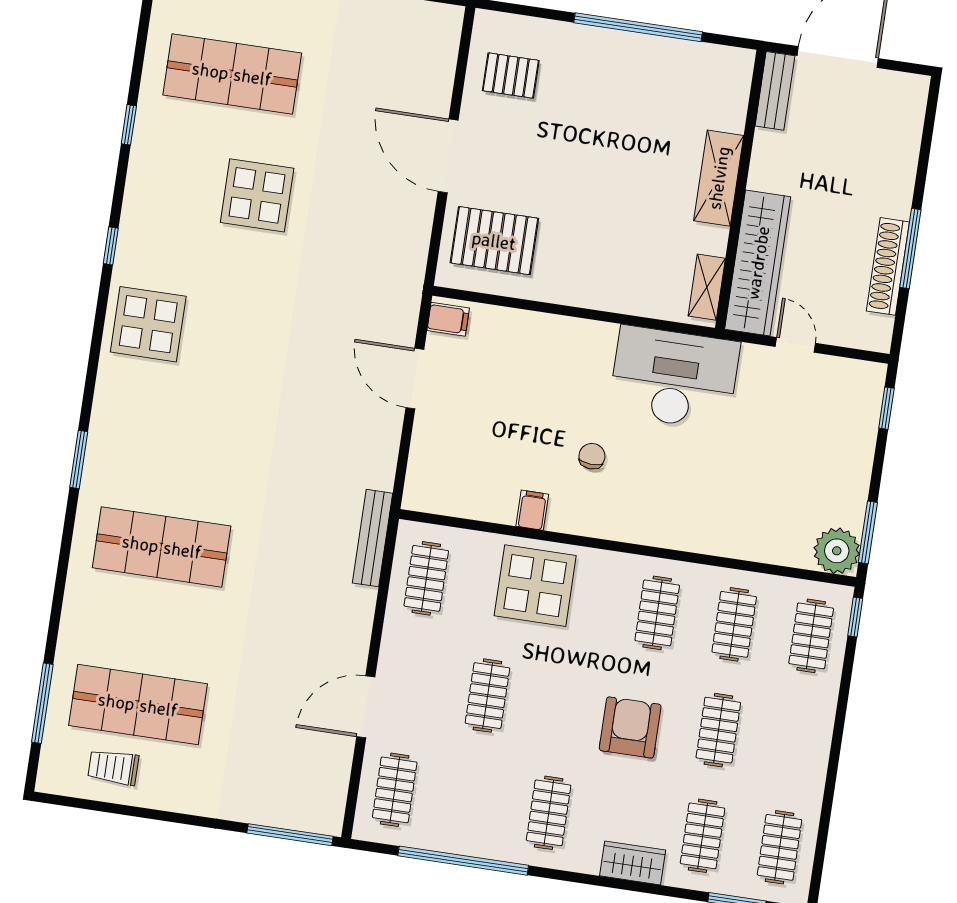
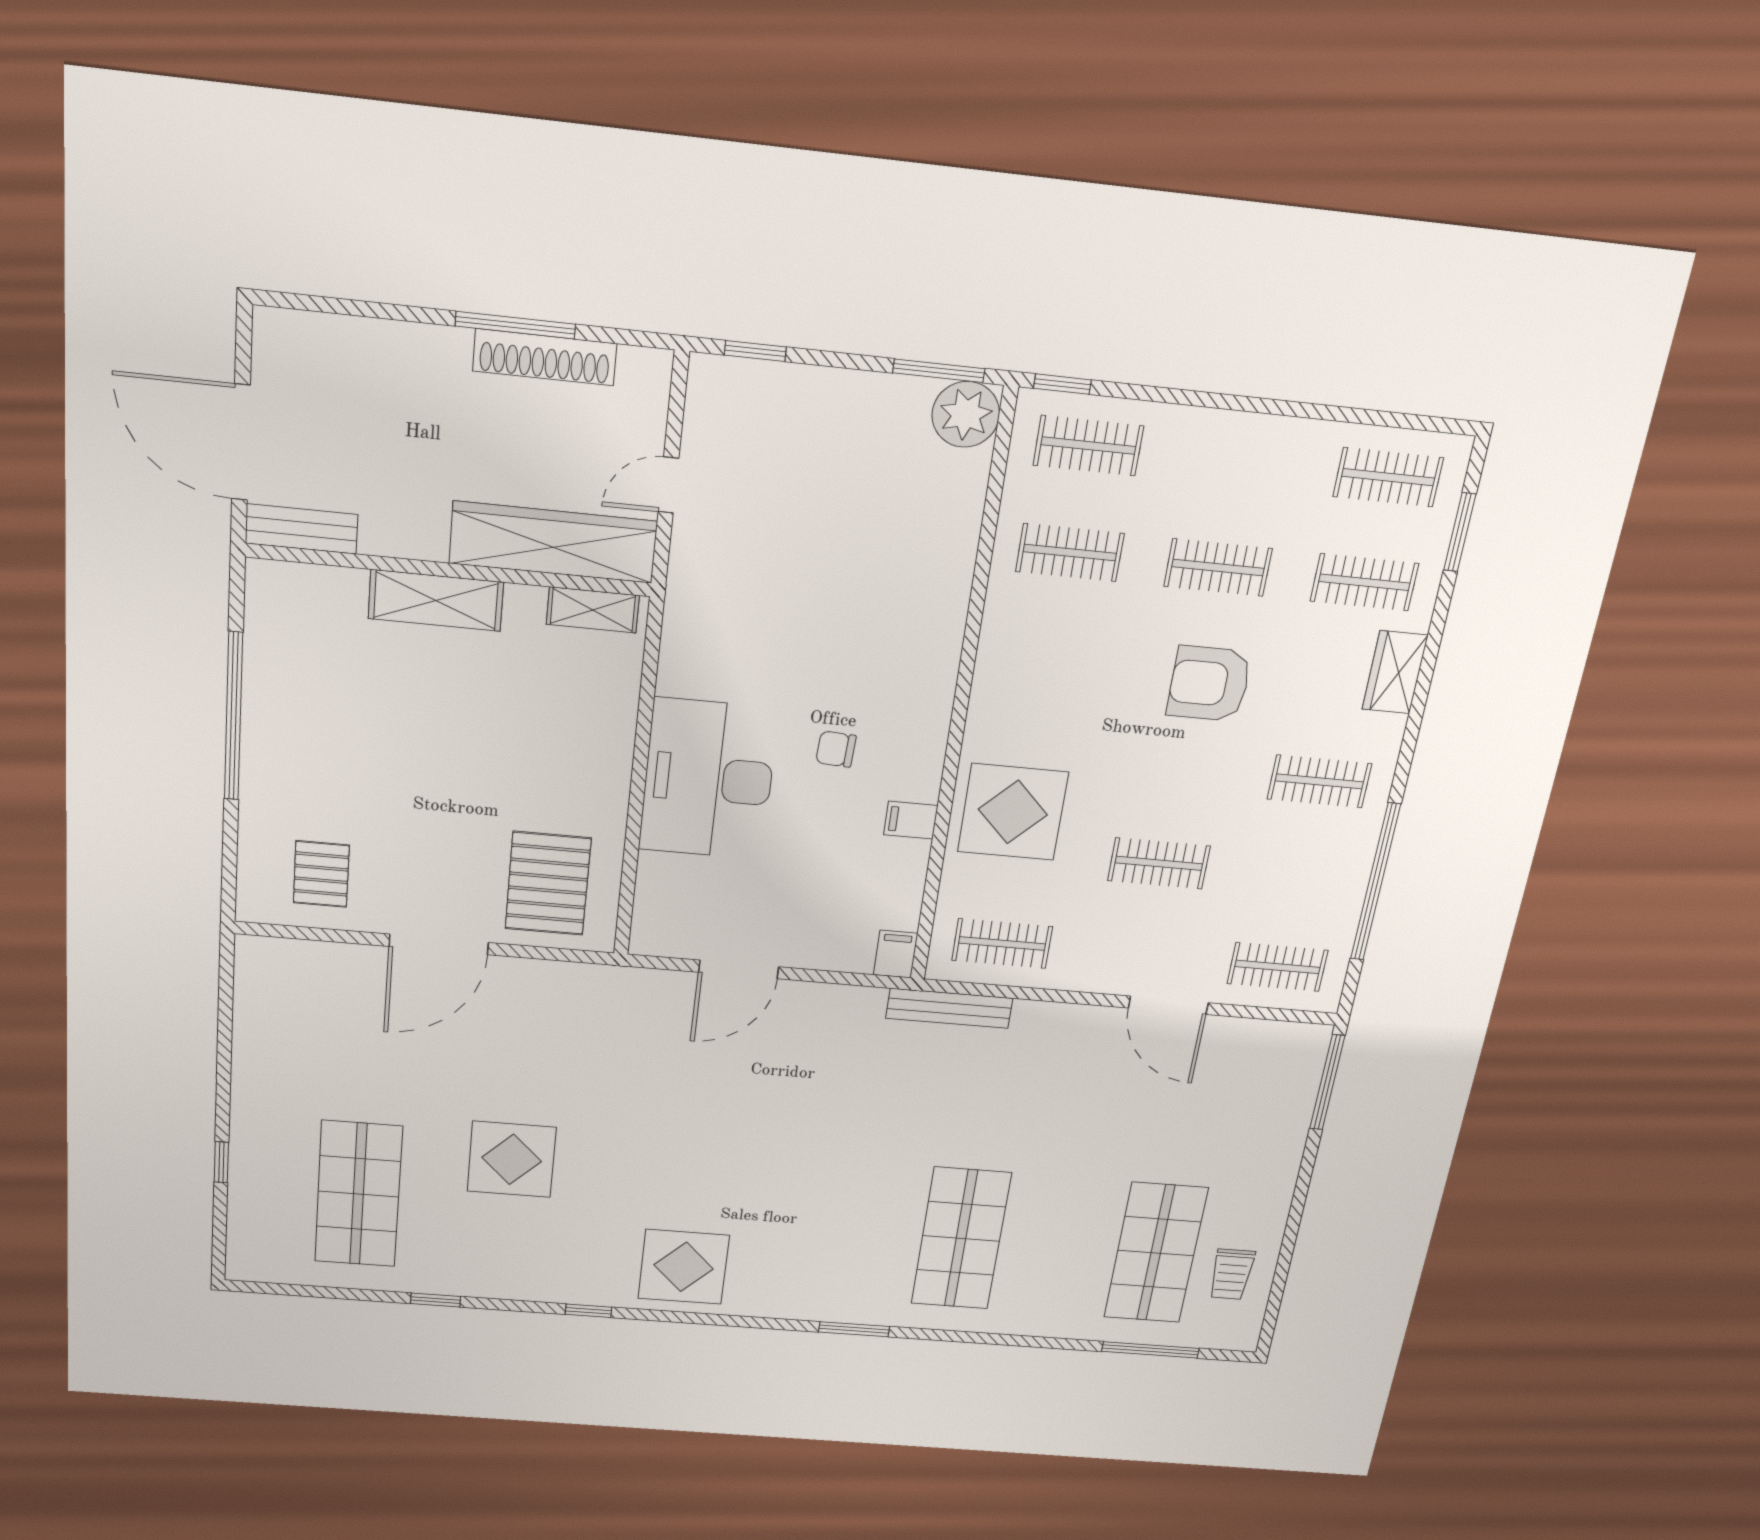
filing cabinet: (448, 319) -> (896, 954), moved
desk: (674, 378) -> (708, 779), moved
clothes rail: (657, 613) -> (1052, 656), removed

